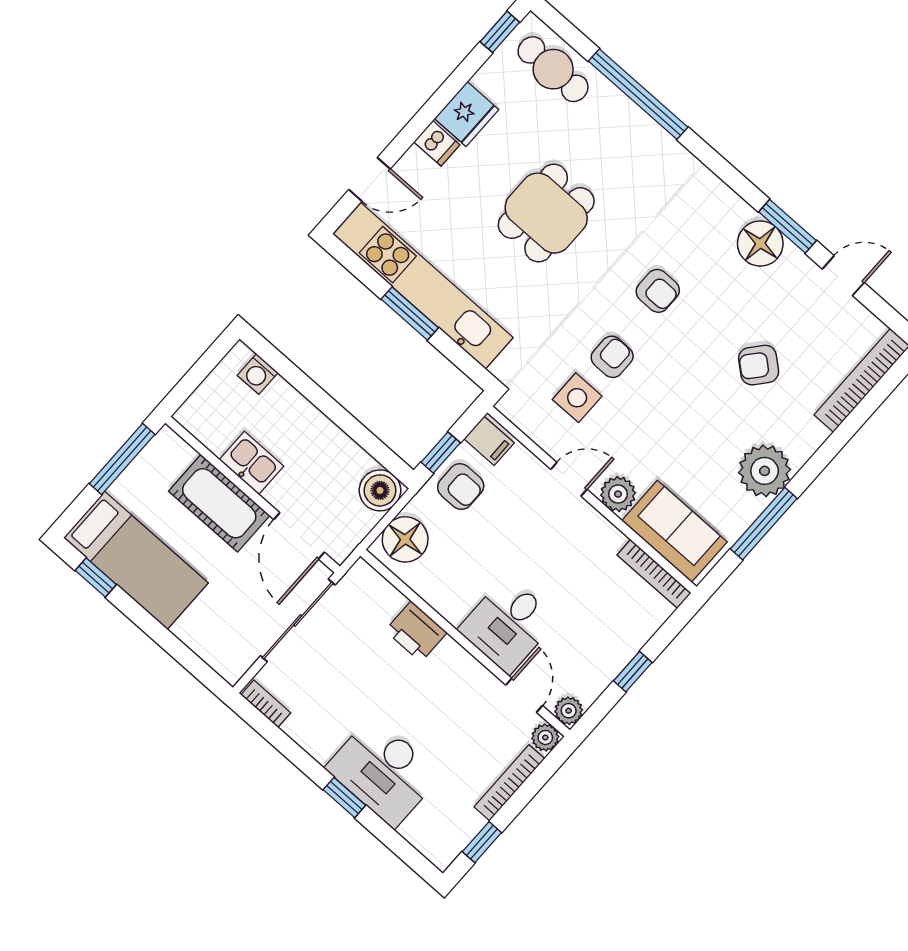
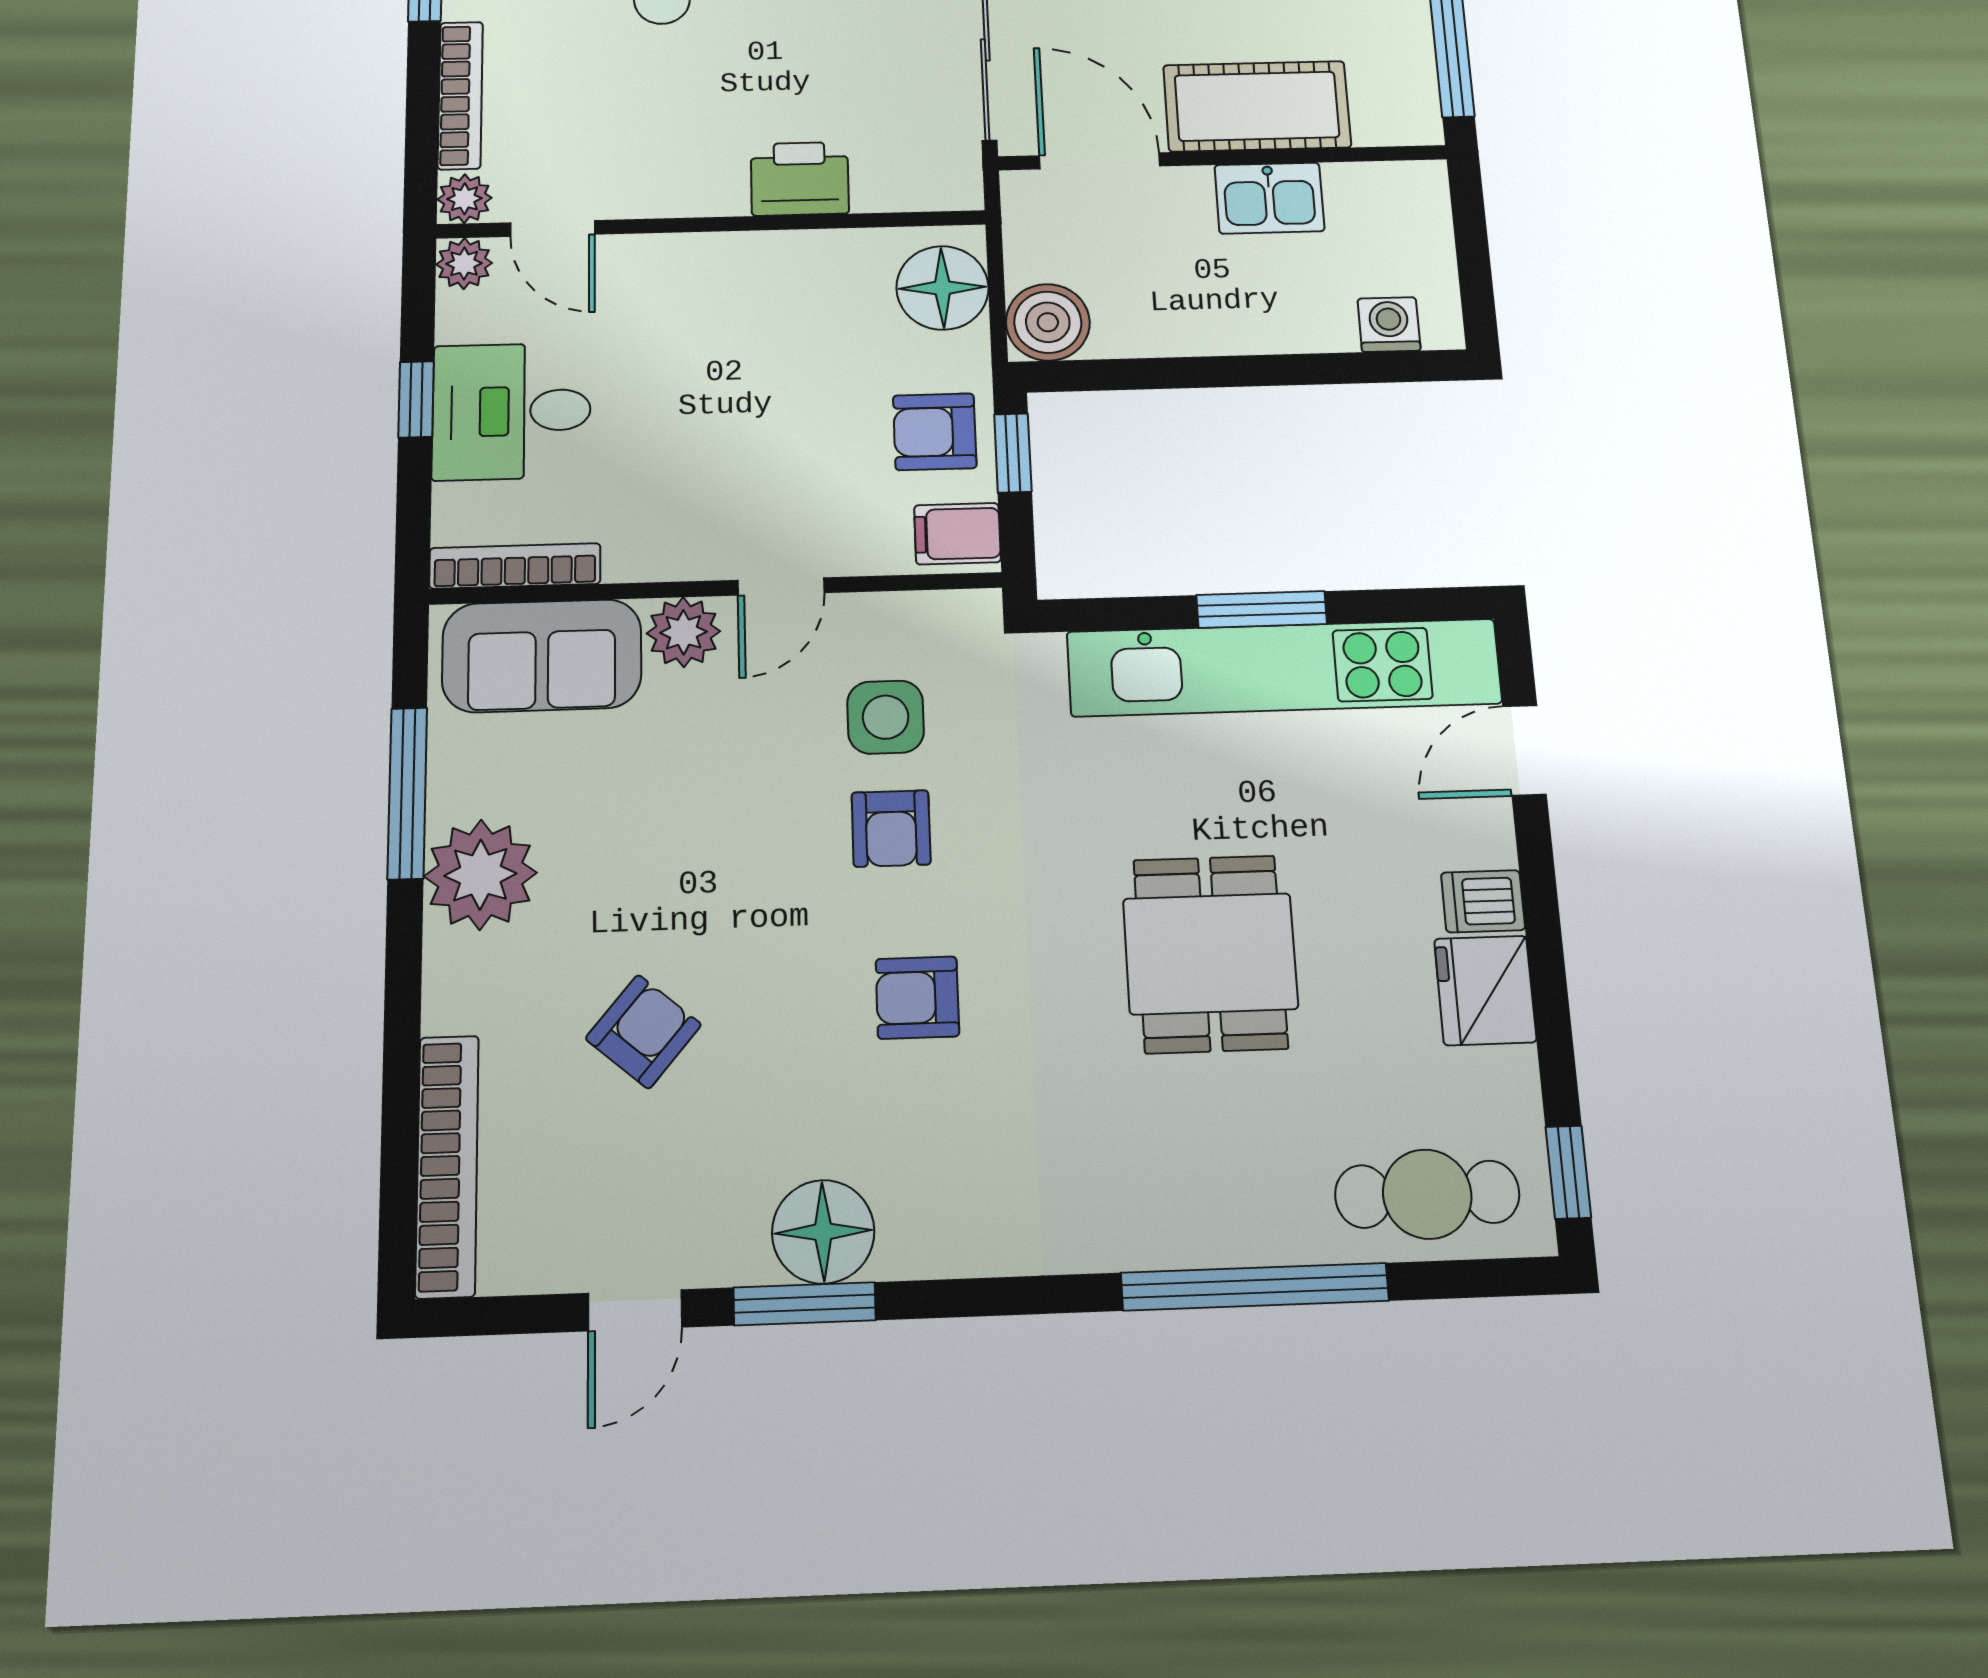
desk: (508, 625) -> (512, 411), moved, turned -90

